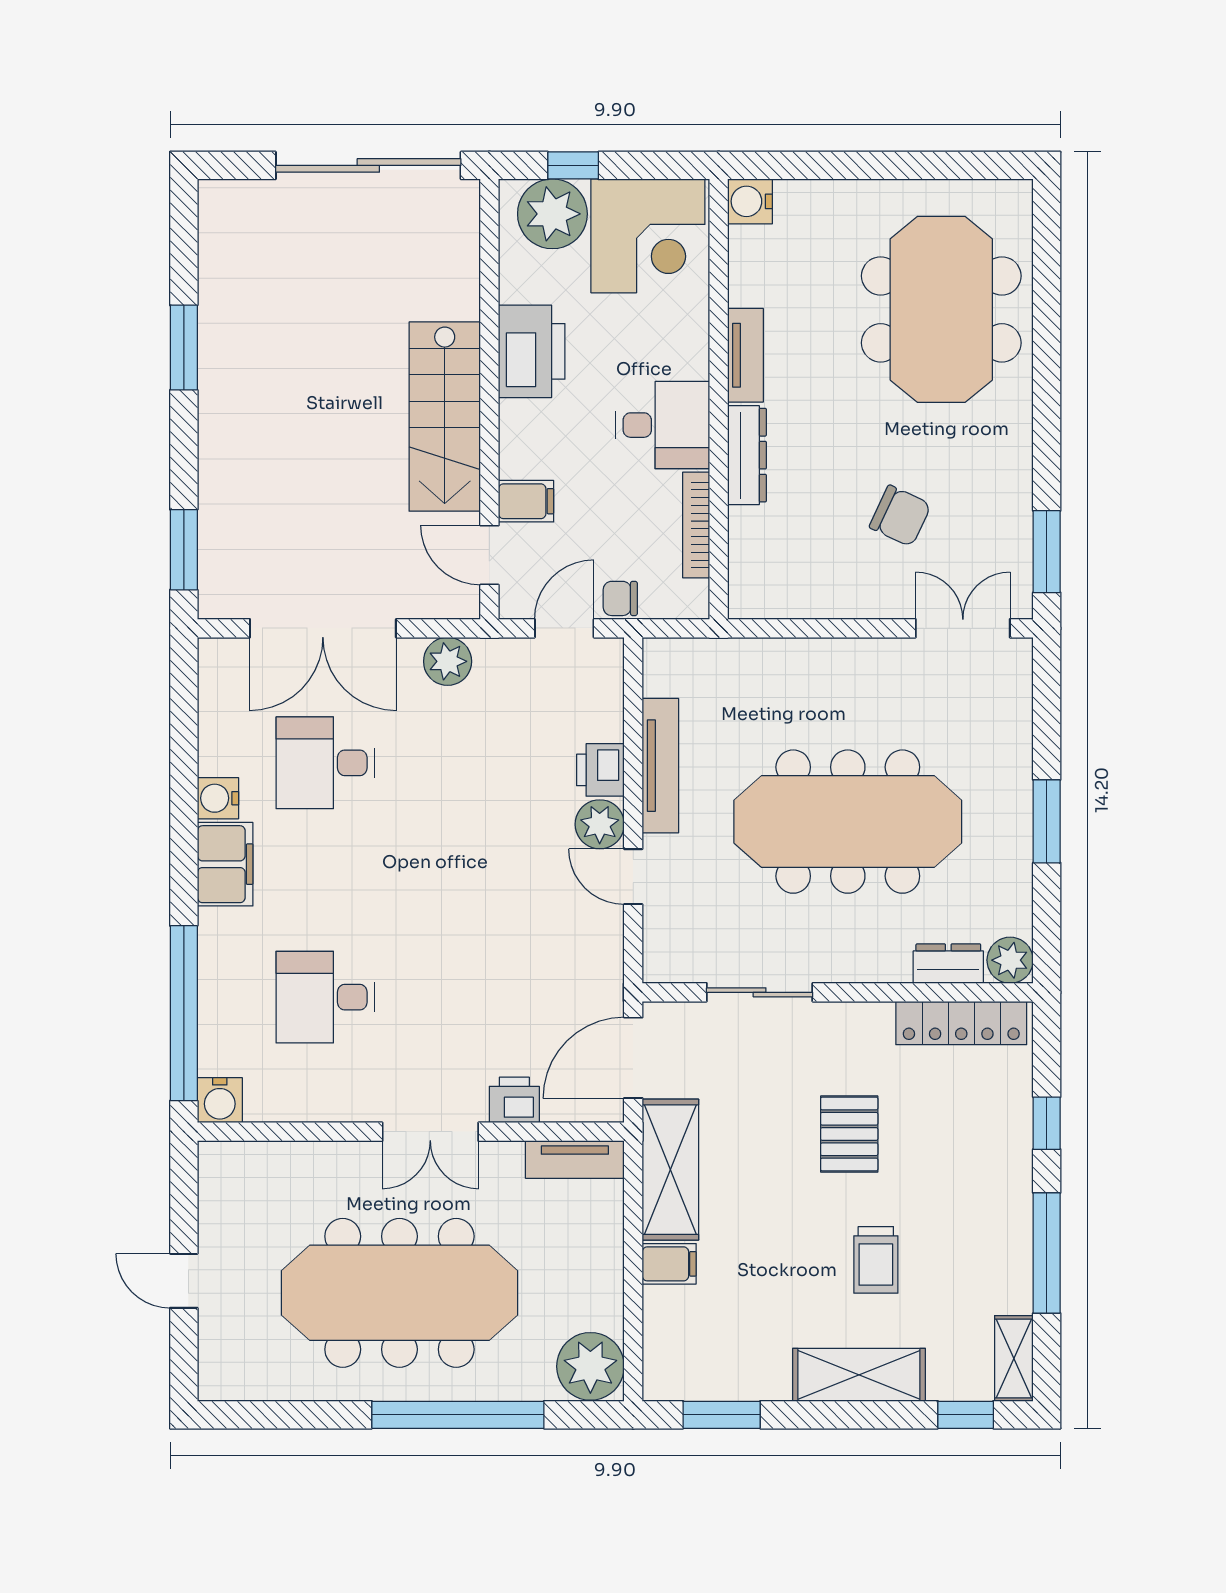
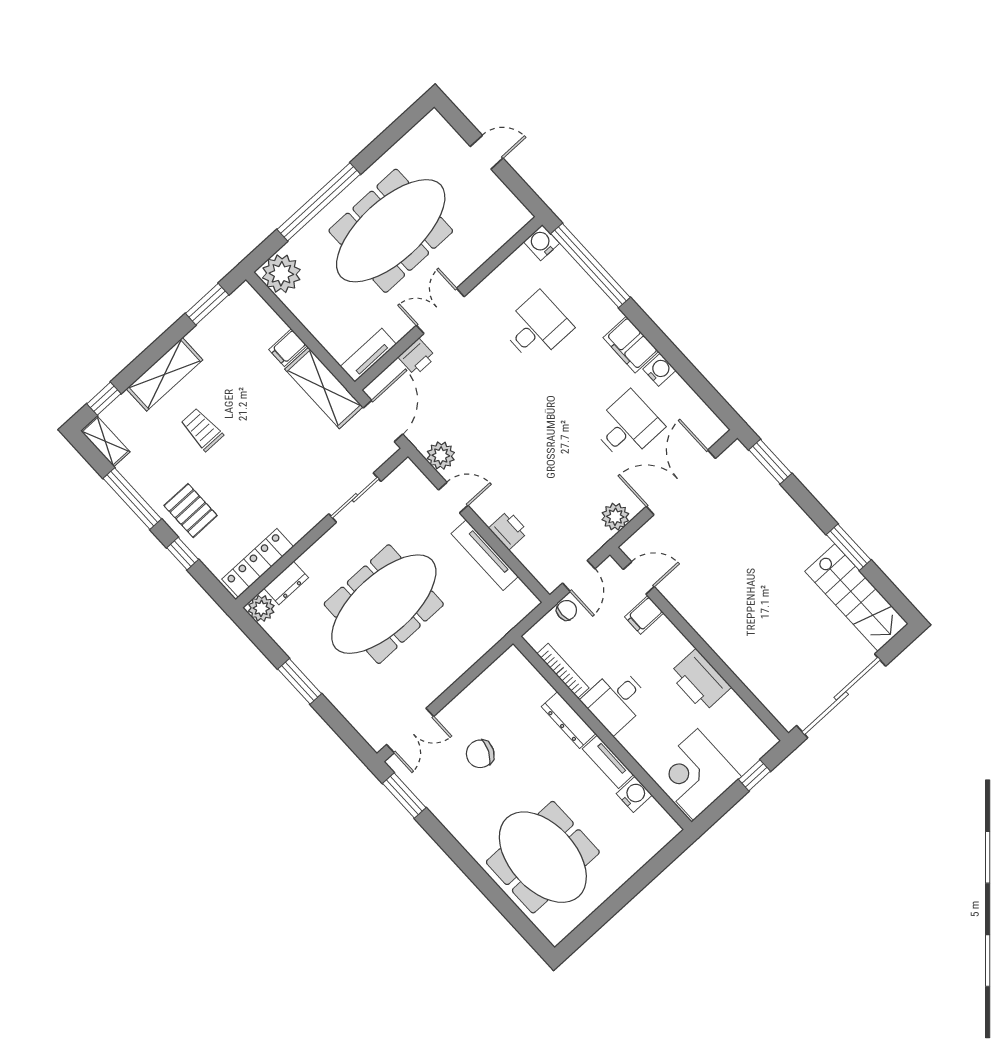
water cooler: (750, 201) -> (634, 794), moved
plant: (552, 214) -> (744, 747), removed
stairs: (445, 417) -> (857, 598), moved, turned 180
plant: (600, 824) -> (441, 456), moved
pallet: (849, 1134) -> (191, 511), moved

